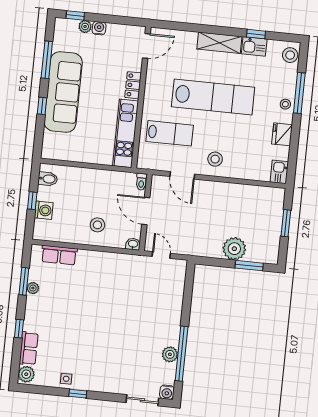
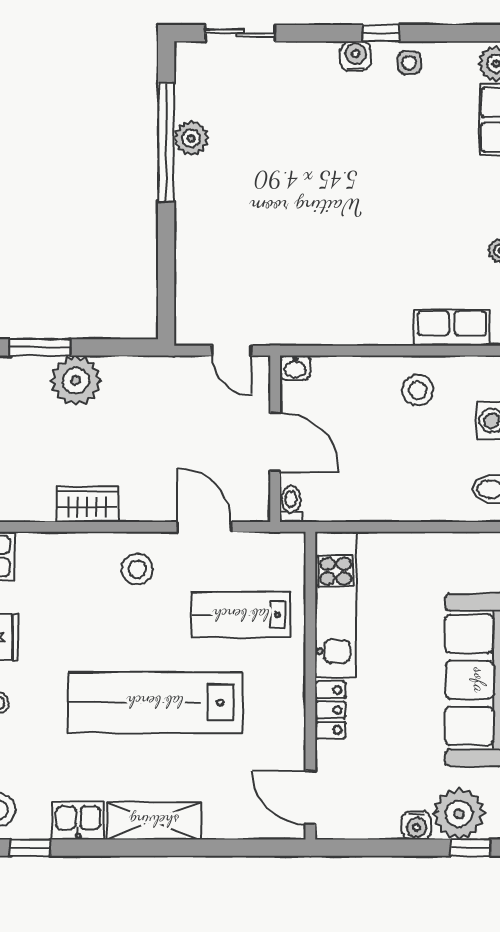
plant: (85, 27) -> (459, 814), width x1.87, depth x1.87
window: (256, 34) -> (30, 848), moved
door: (146, 46) -> (310, 798), hinge flipped
wardrobe: (235, 191) -> (87, 504), added
stool: (97, 225) -> (418, 390), moved
water cooler: (167, 392) -> (356, 56), moved

